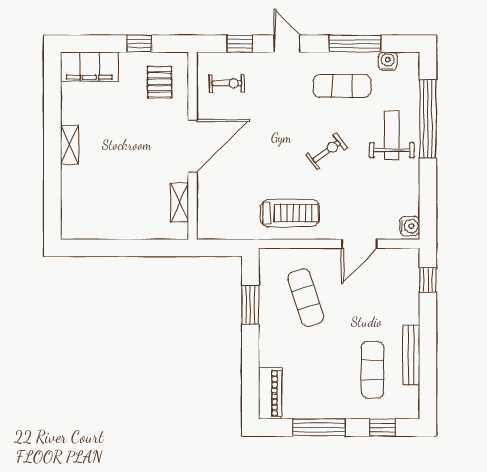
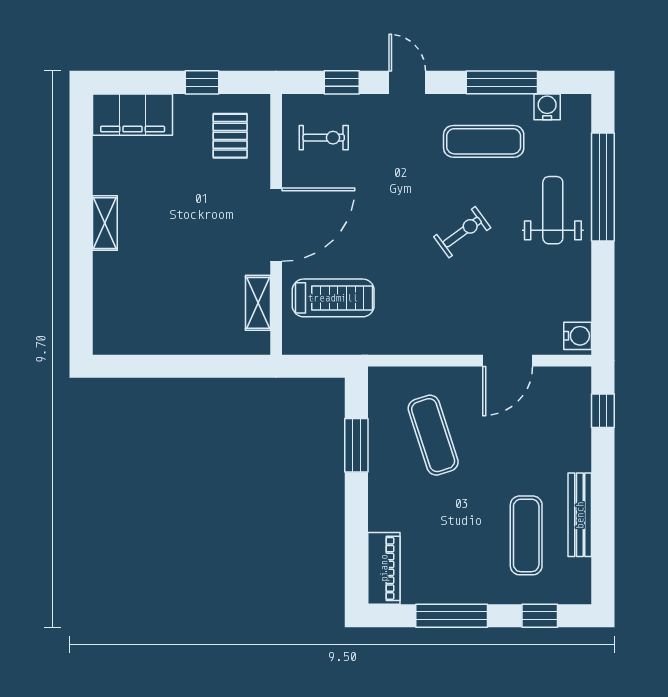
treadmill: (290, 213) -> (333, 298), moved

